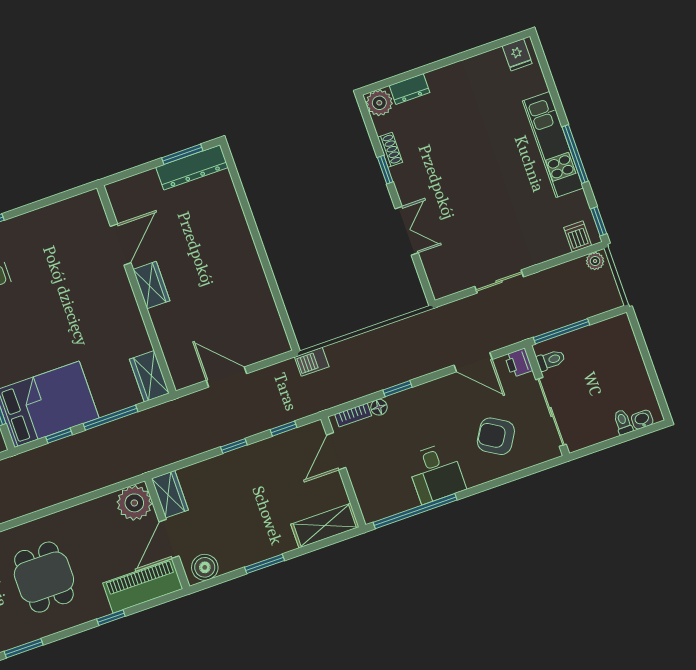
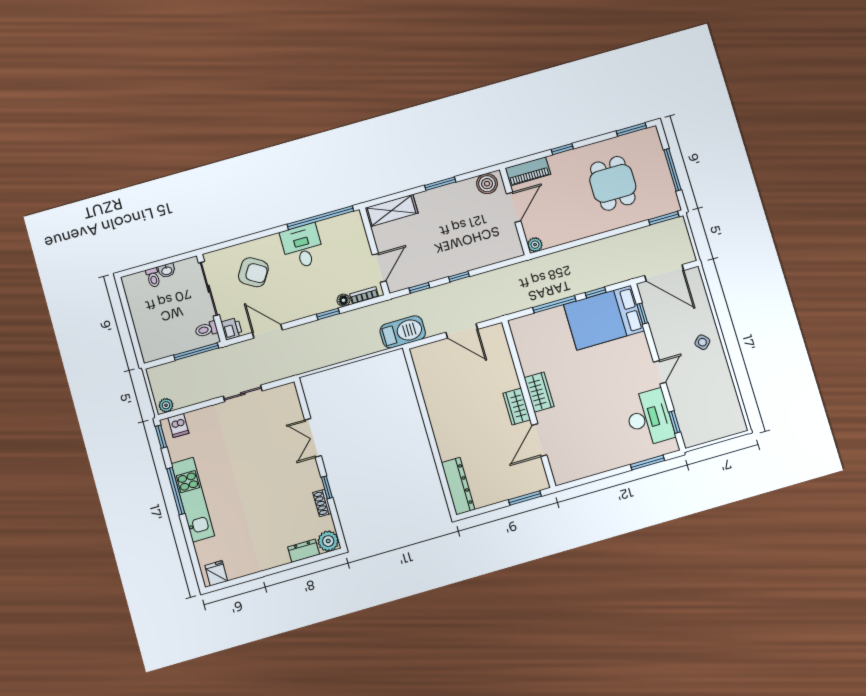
window: (182, 154) -> (525, 498), moved
dresser: (192, 167) -> (458, 486), moved, turned 90
barbecue: (312, 362) -> (403, 332), width x1.88, depth x1.53
wardrobe: (149, 376) -> (539, 392), moved
washbasin: (642, 420) -> (167, 270), moved
wardrobe: (170, 494) -> (511, 242), removed
plant: (134, 503) -> (535, 245), width x0.53, depth x0.53
piano: (143, 586) -> (528, 171), width x0.73, depth x0.75

